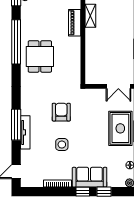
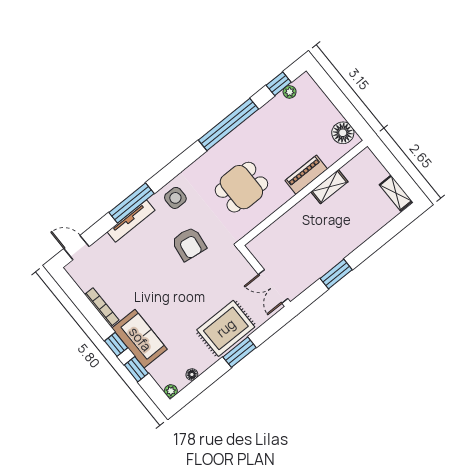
dining table: (40, 56) -> (241, 187), moved
armchair: (61, 112) -> (189, 244), turned 98
side table: (62, 145) -> (175, 198), moved

